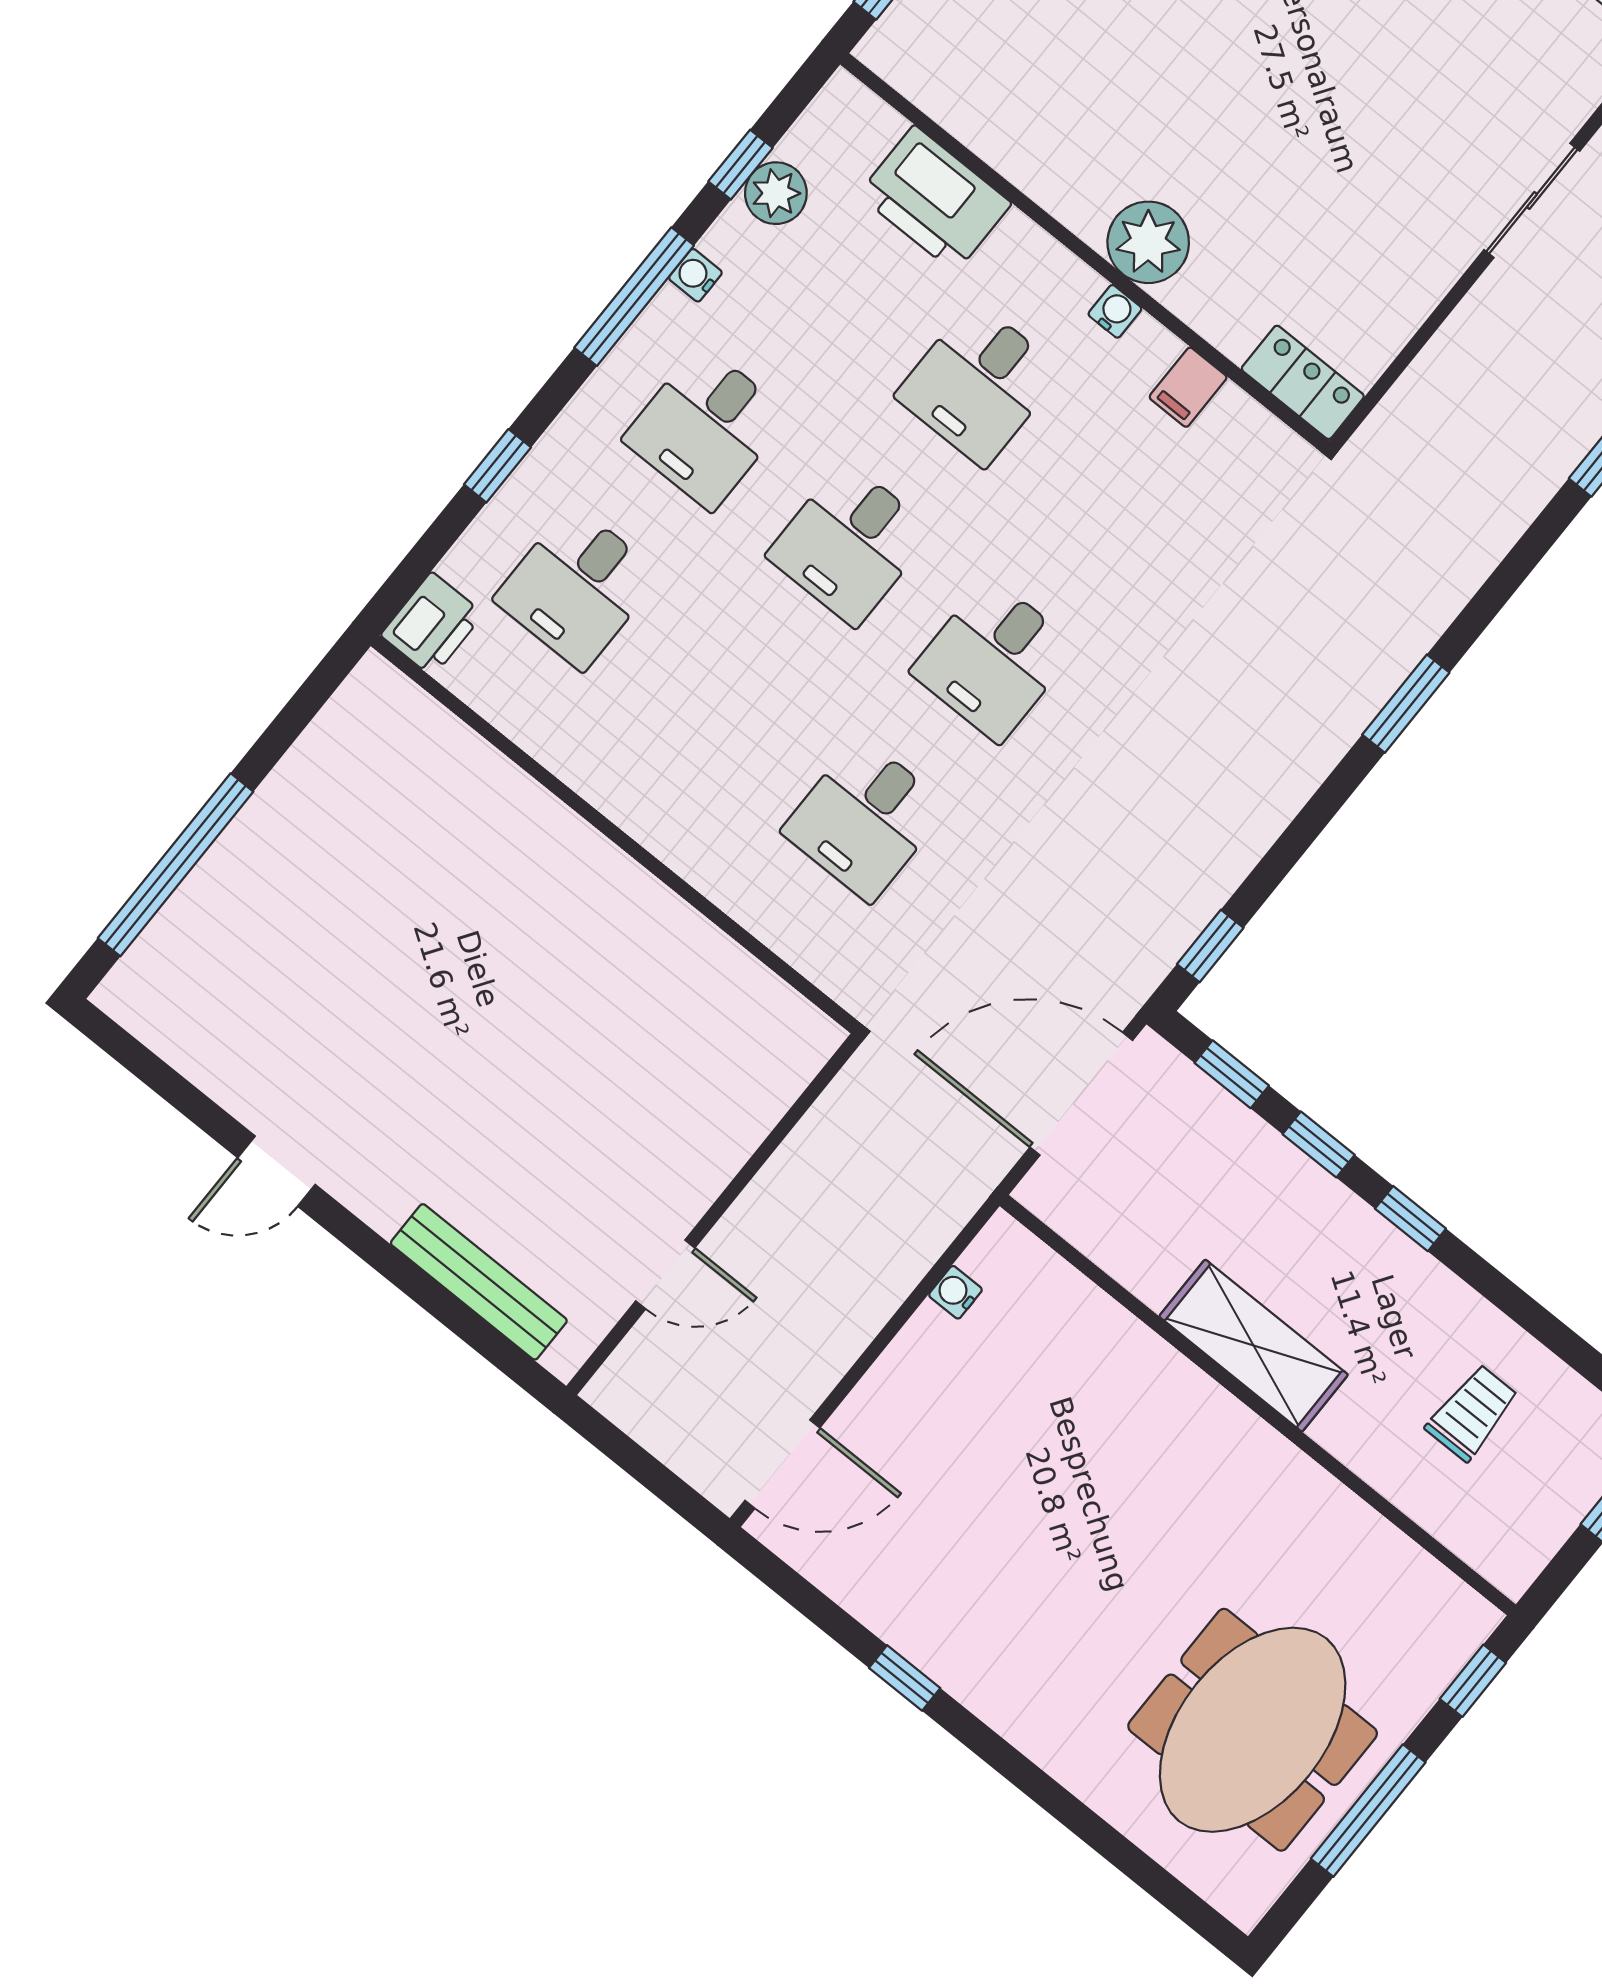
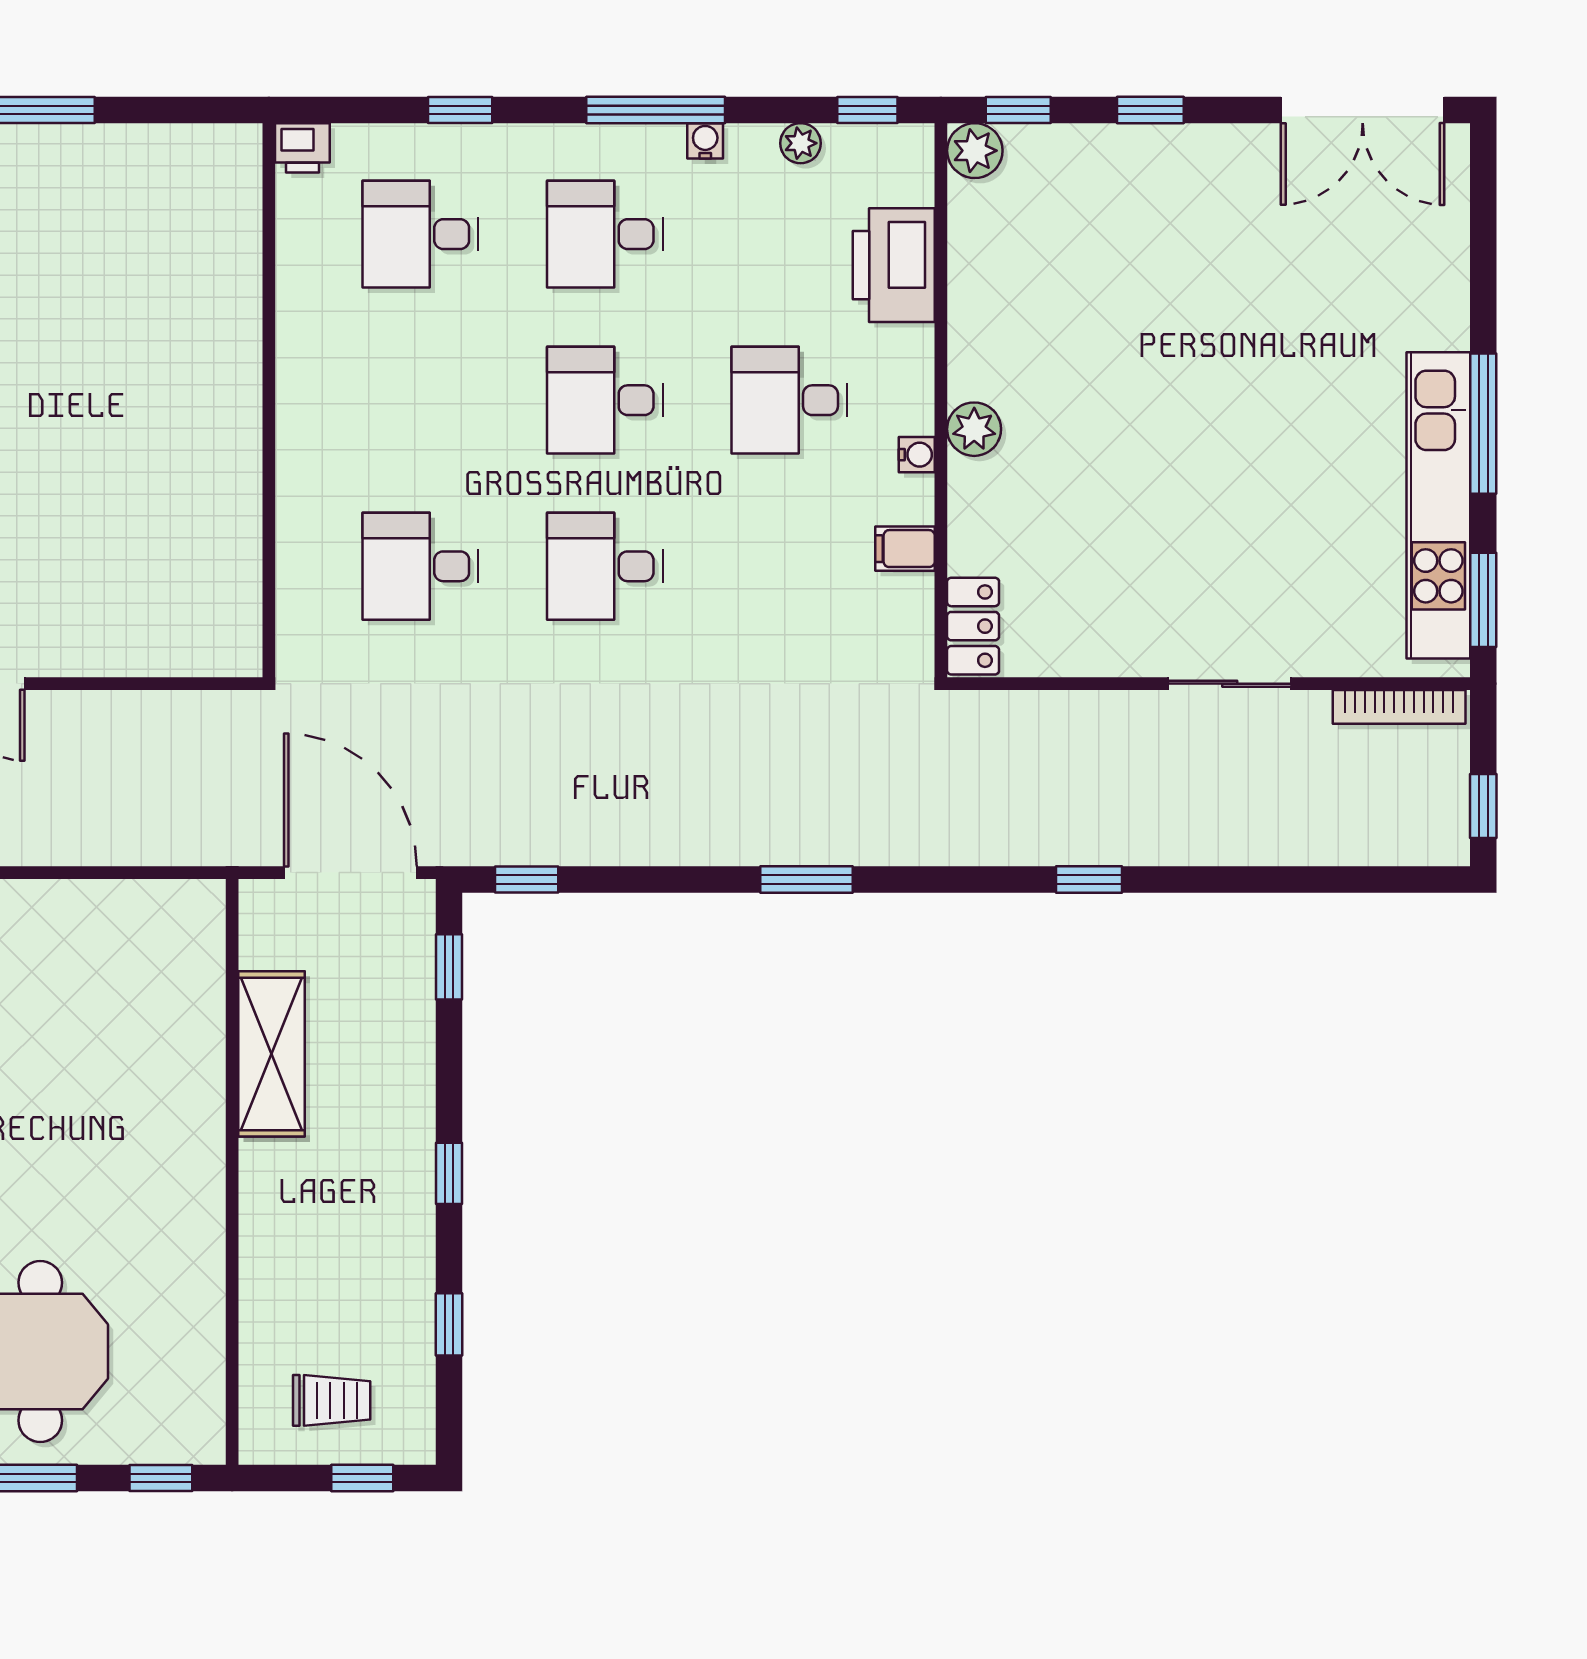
plant: (892, 49) -> (975, 151), added
window: (741, 165) -> (867, 110), moved
plant: (776, 193) -> (800, 143), width x0.73, depth x0.73
plant: (1148, 242) -> (974, 429), width x0.73, depth x0.73
printer: (432, 624) -> (302, 148), width x0.73, depth x0.81
window: (1319, 1144) -> (449, 1324), moved
water cooler: (955, 1292) -> (141, 897), removed
shelving: (1254, 1346) -> (272, 1054), moved
trolley: (1472, 1413) -> (332, 1400), moved

